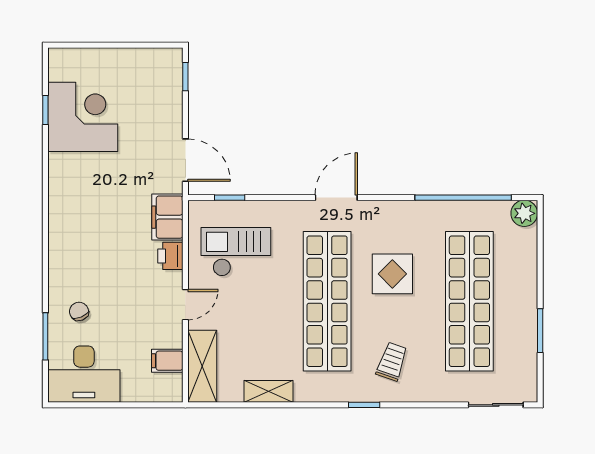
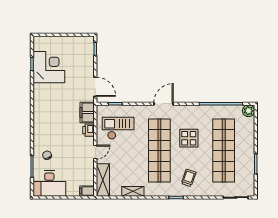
filing cabinet: (167, 361) -> (87, 191), moved

